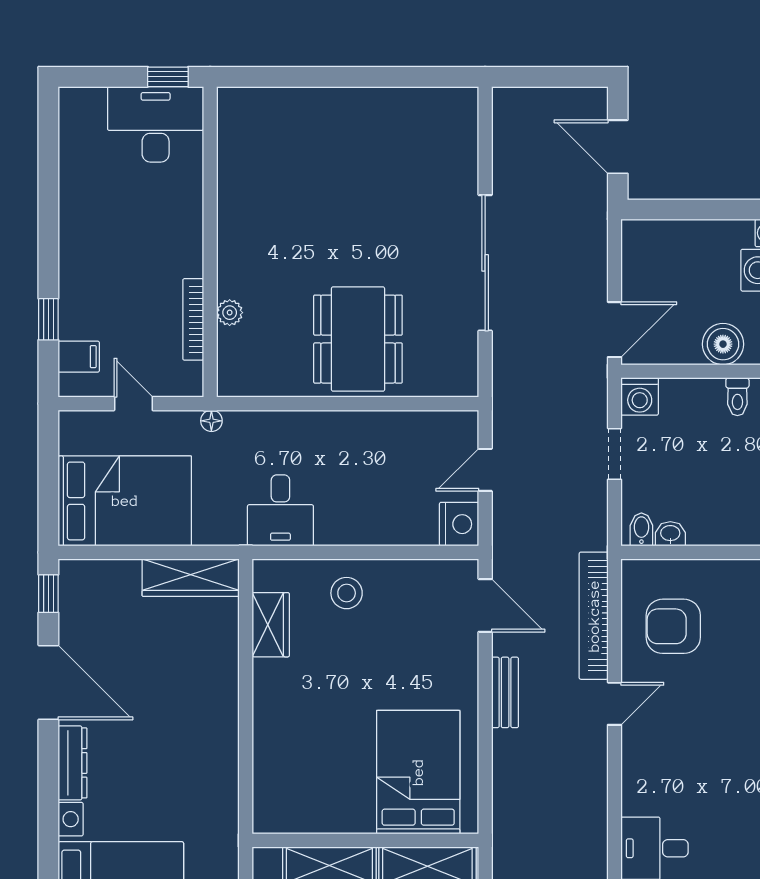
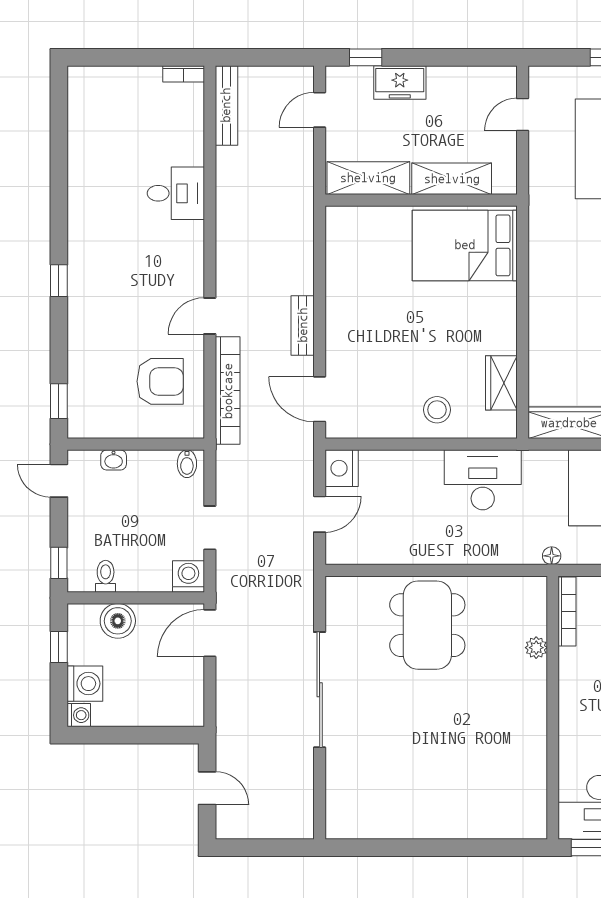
door: (618, 147) -> (207, 788), width x0.73
bookcase: (193, 319) -> (567, 611), moved
desk: (280, 510) -> (483, 480), width x1.37
washbasin: (670, 534) -> (114, 460), moved
bed: (418, 772) -> (465, 245), moved, turned 90

